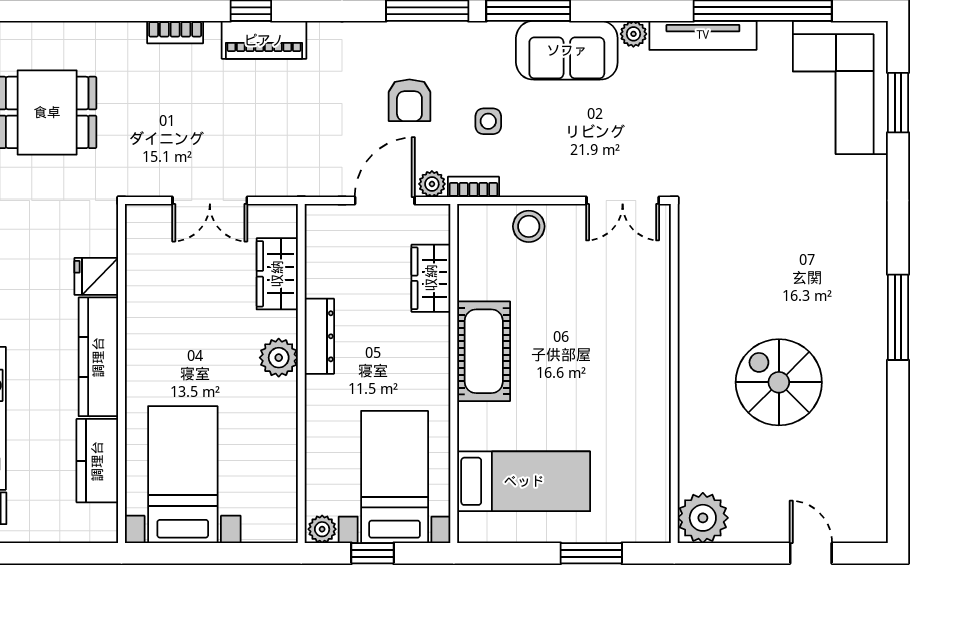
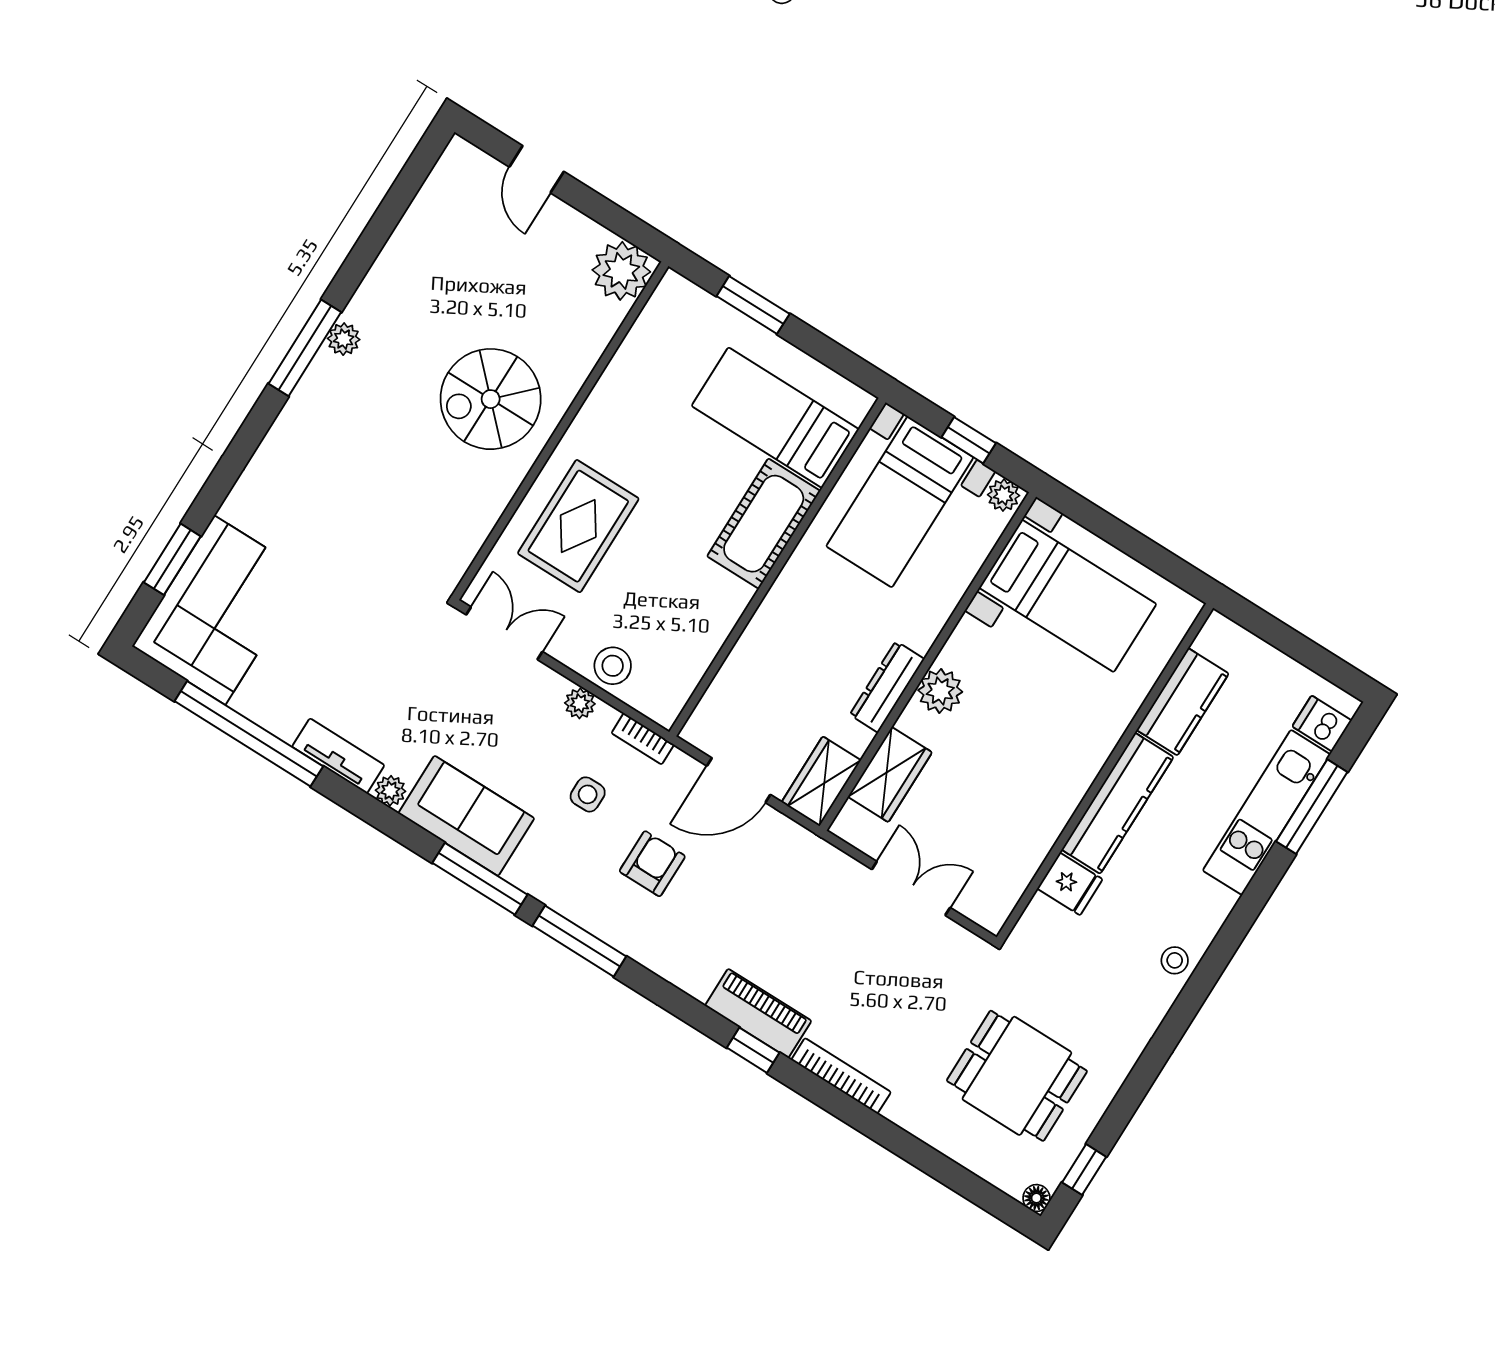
bookcase: (175, 32) -> (841, 1076), width x1.56
tv unit: (703, 35) -> (338, 756), width x0.71
plant: (432, 184) -> (580, 703), moved
wardrobe: (431, 278) -> (821, 781), moved, turned 180
rug: (618, 312) -> (578, 526), added
plant: (874, 341) -> (344, 339), added
cot: (484, 351) -> (764, 524), moved
spiral stairs: (779, 382) -> (491, 399), moved, turned 90
bed with nightstands: (183, 475) -> (1068, 596), moved, turned -90

